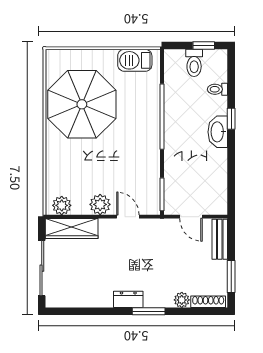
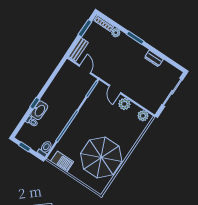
toilet: (194, 63) -> (45, 149), moved
washbasin: (218, 132) -> (39, 110), moved
wardrobe: (72, 229) -> (146, 102), removed
dresser: (128, 299) -> (154, 58), moved

